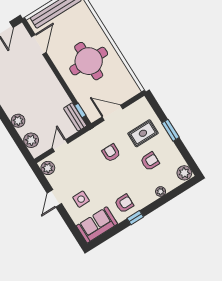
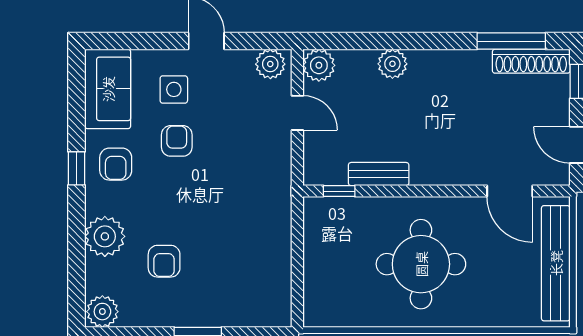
door: (112, 113) -> (297, 248), removed
bench: (75, 117) -> (379, 174), moved
rug: (143, 133) -> (224, 281), removed
plant: (31, 140) -> (319, 65), moved
armchair: (111, 153) -> (177, 141), moved, turned -90
plant: (161, 192) -> (105, 236), width x1.88, depth x1.88

